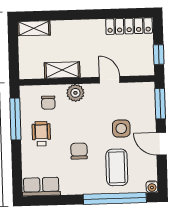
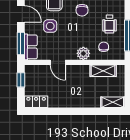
locker: (129, 26) -> (36, 102), width x0.66
shelving: (62, 70) -> (103, 71), moved
row of seats: (147, 100) -> (31, 47), added

